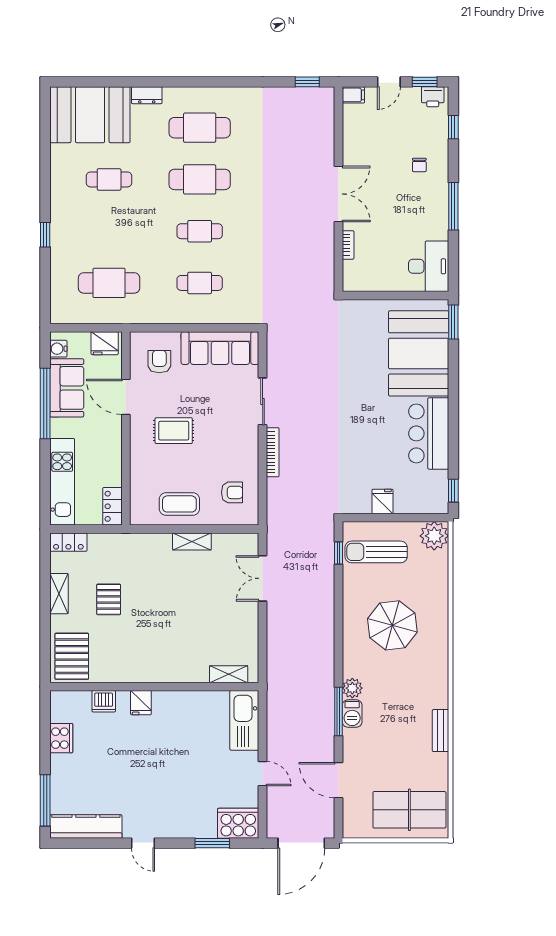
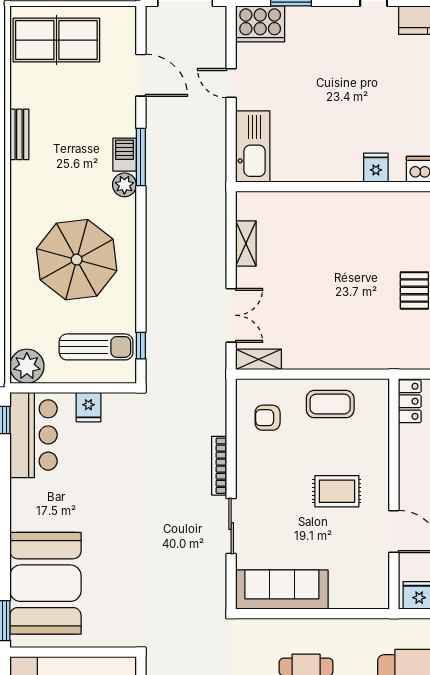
armchair: (159, 362) -> (354, 574), removed
bar counter: (429, 433) -> (33, 435), moved
shelving: (192, 541) -> (259, 359), moved
parasol: (392, 625) -> (77, 260), width x1.36, depth x1.36
shelving: (229, 674) -> (246, 243), moved, turned 90

